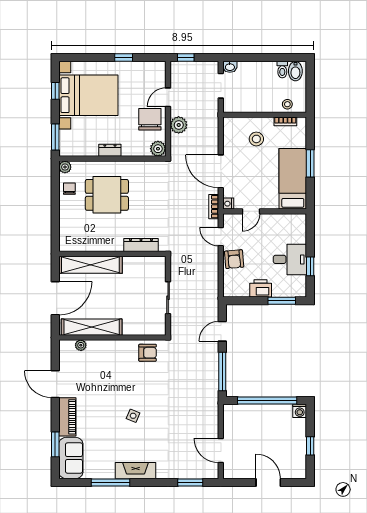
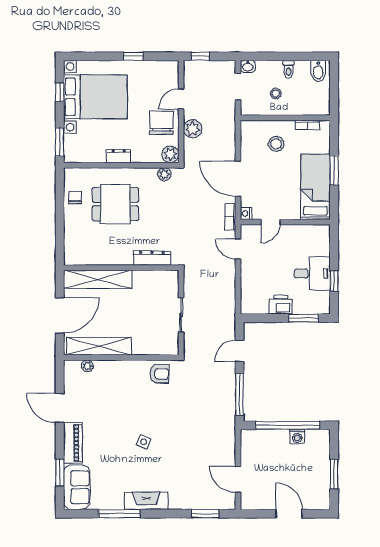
toilet: (282, 70) -> (288, 69), moved
stool: (287, 104) -> (276, 93), moved
plant: (65, 167) -> (164, 174), moved
armchair: (234, 259) -> (252, 273), removed
washing machine: (300, 411) -> (297, 437), moved
window: (310, 446) -> (334, 474), width x1.50

